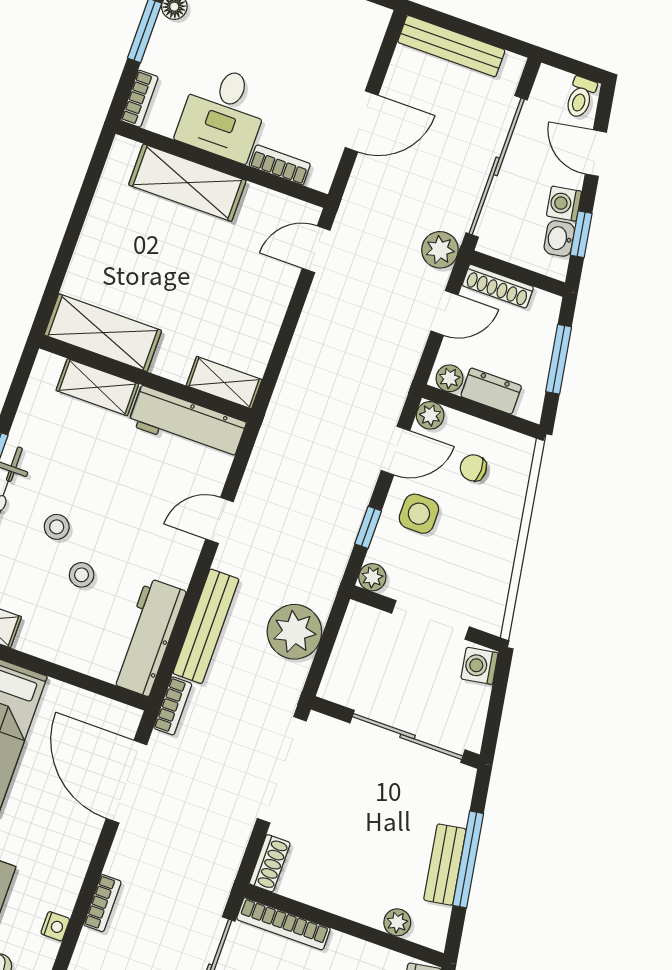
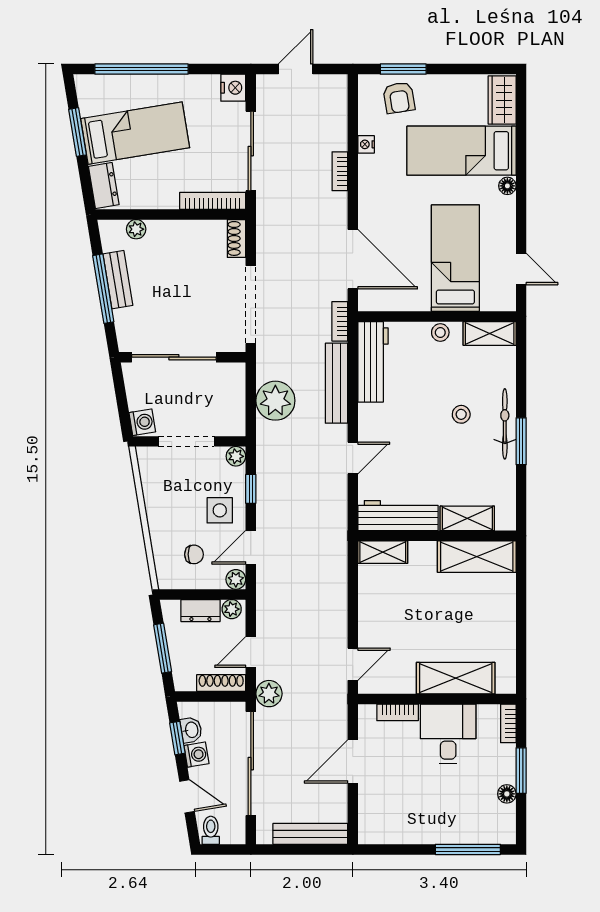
stool: (82, 575) -> (440, 332), moved

